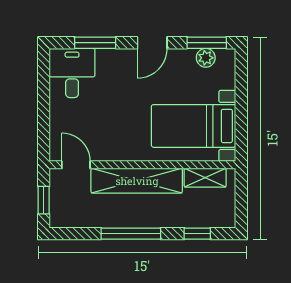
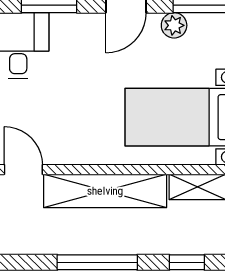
plant: (206, 58) -> (174, 25), moved

